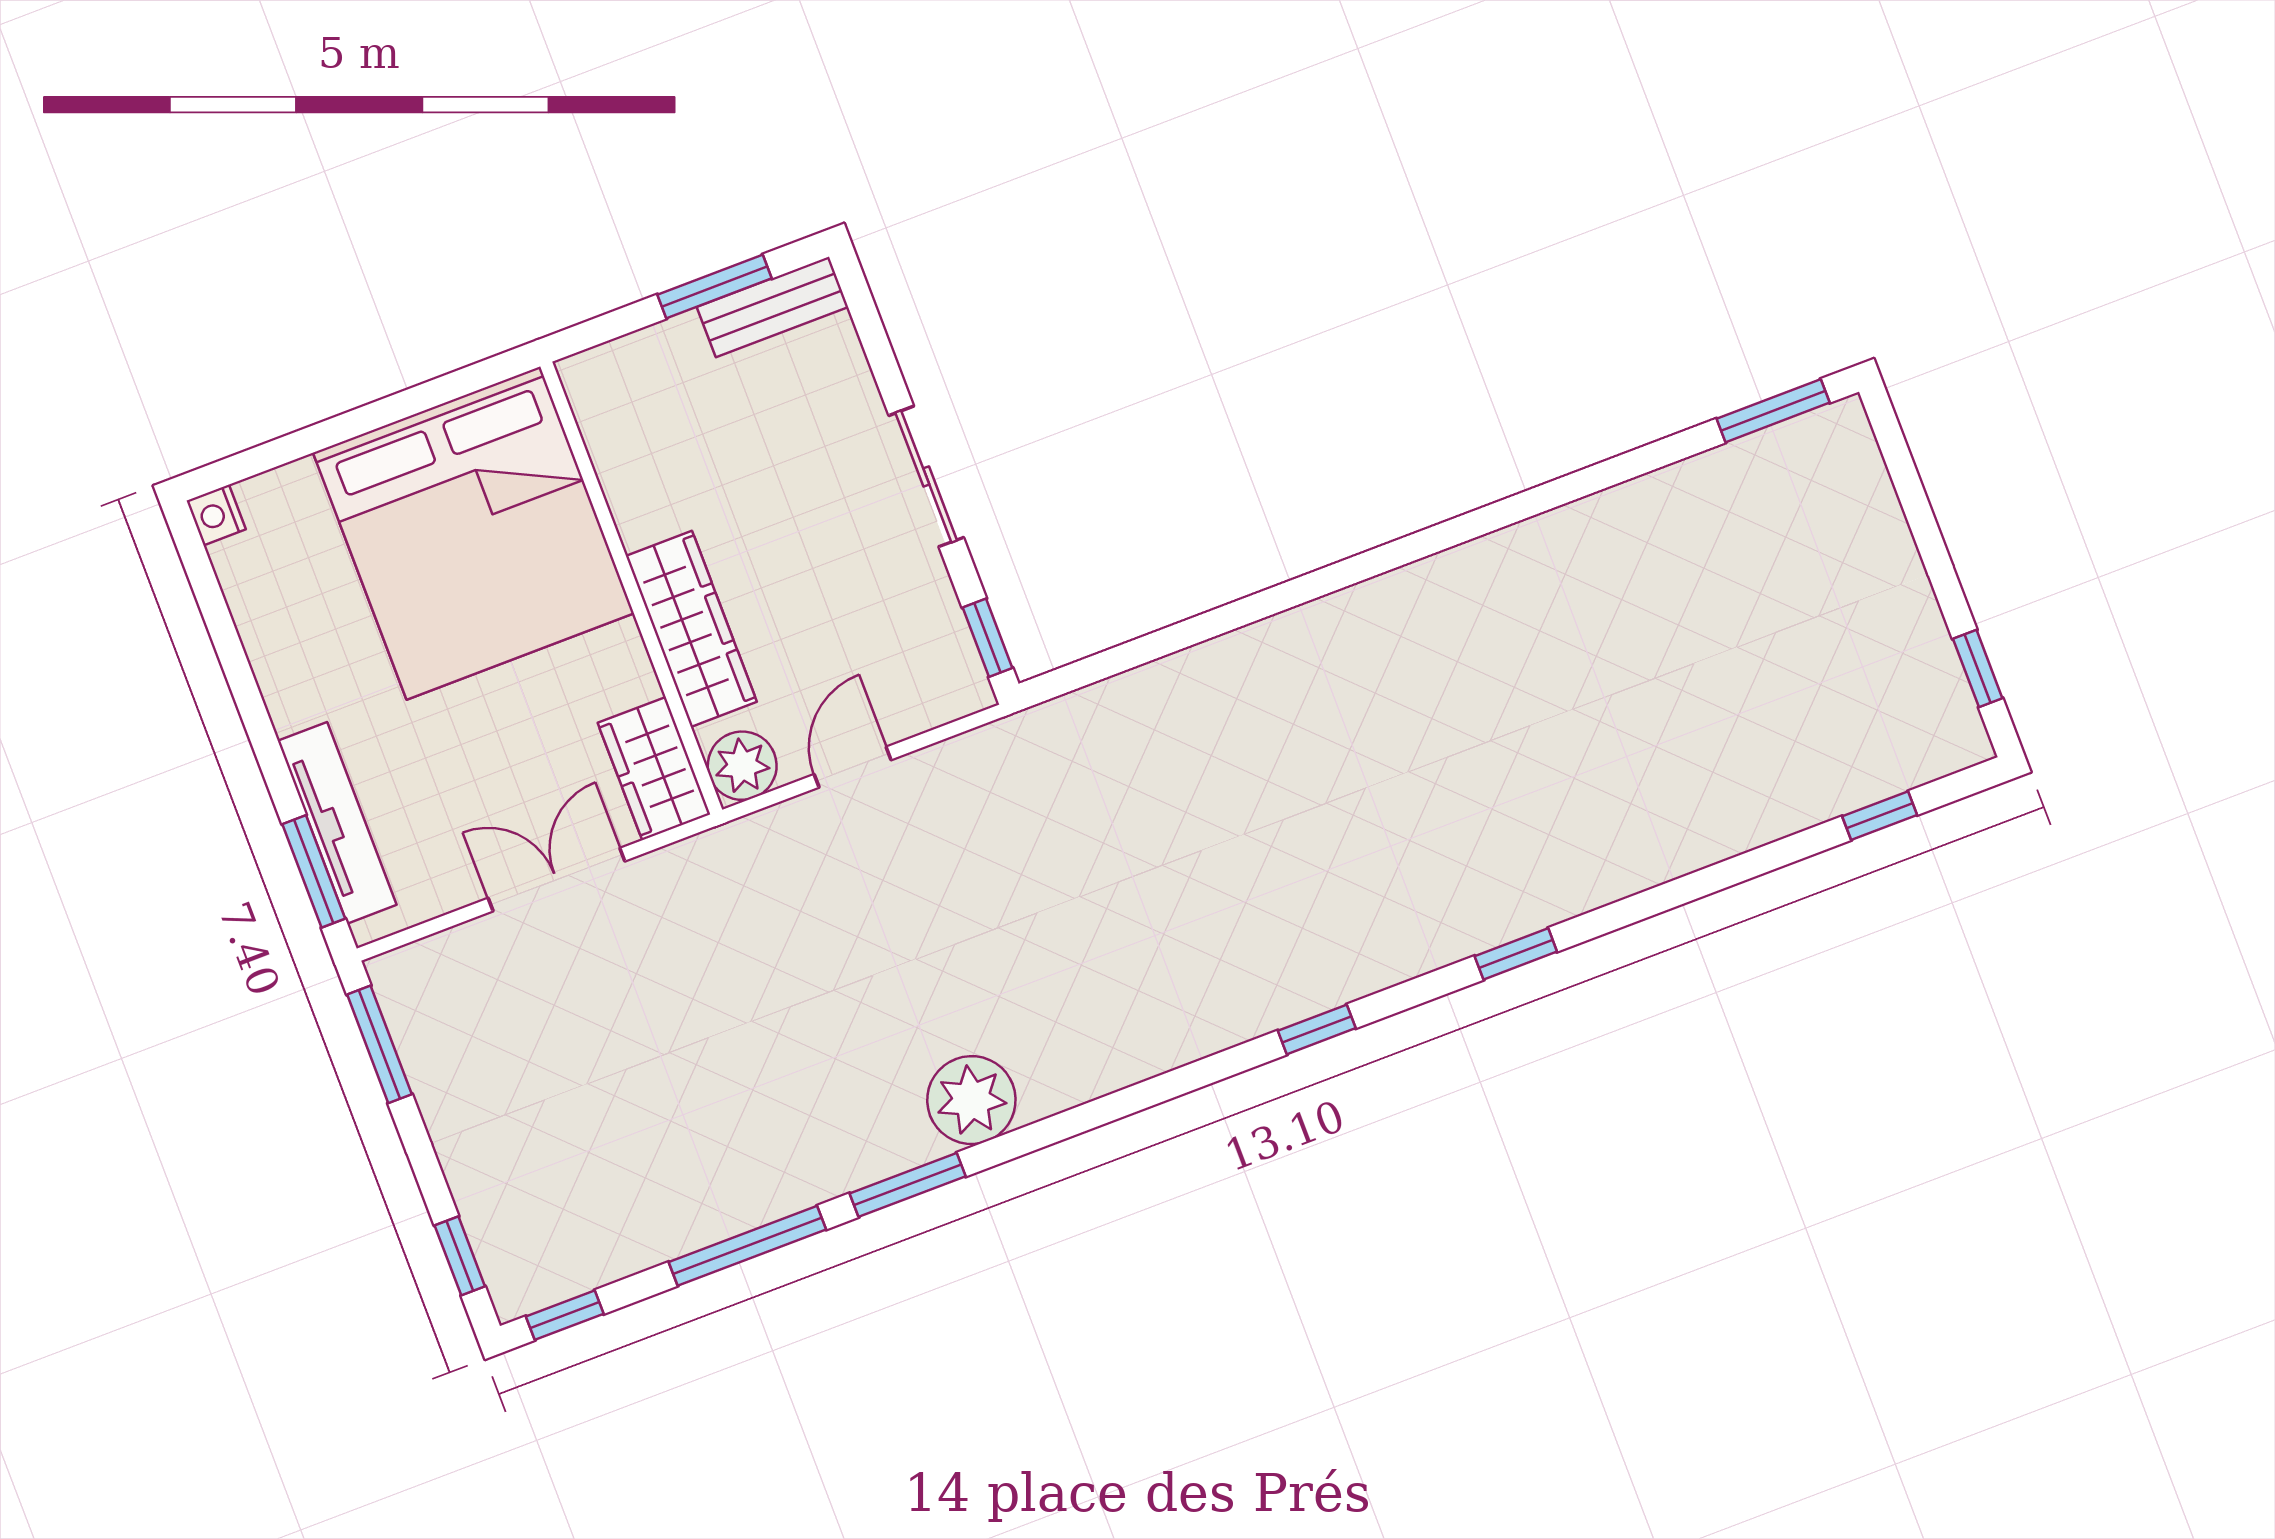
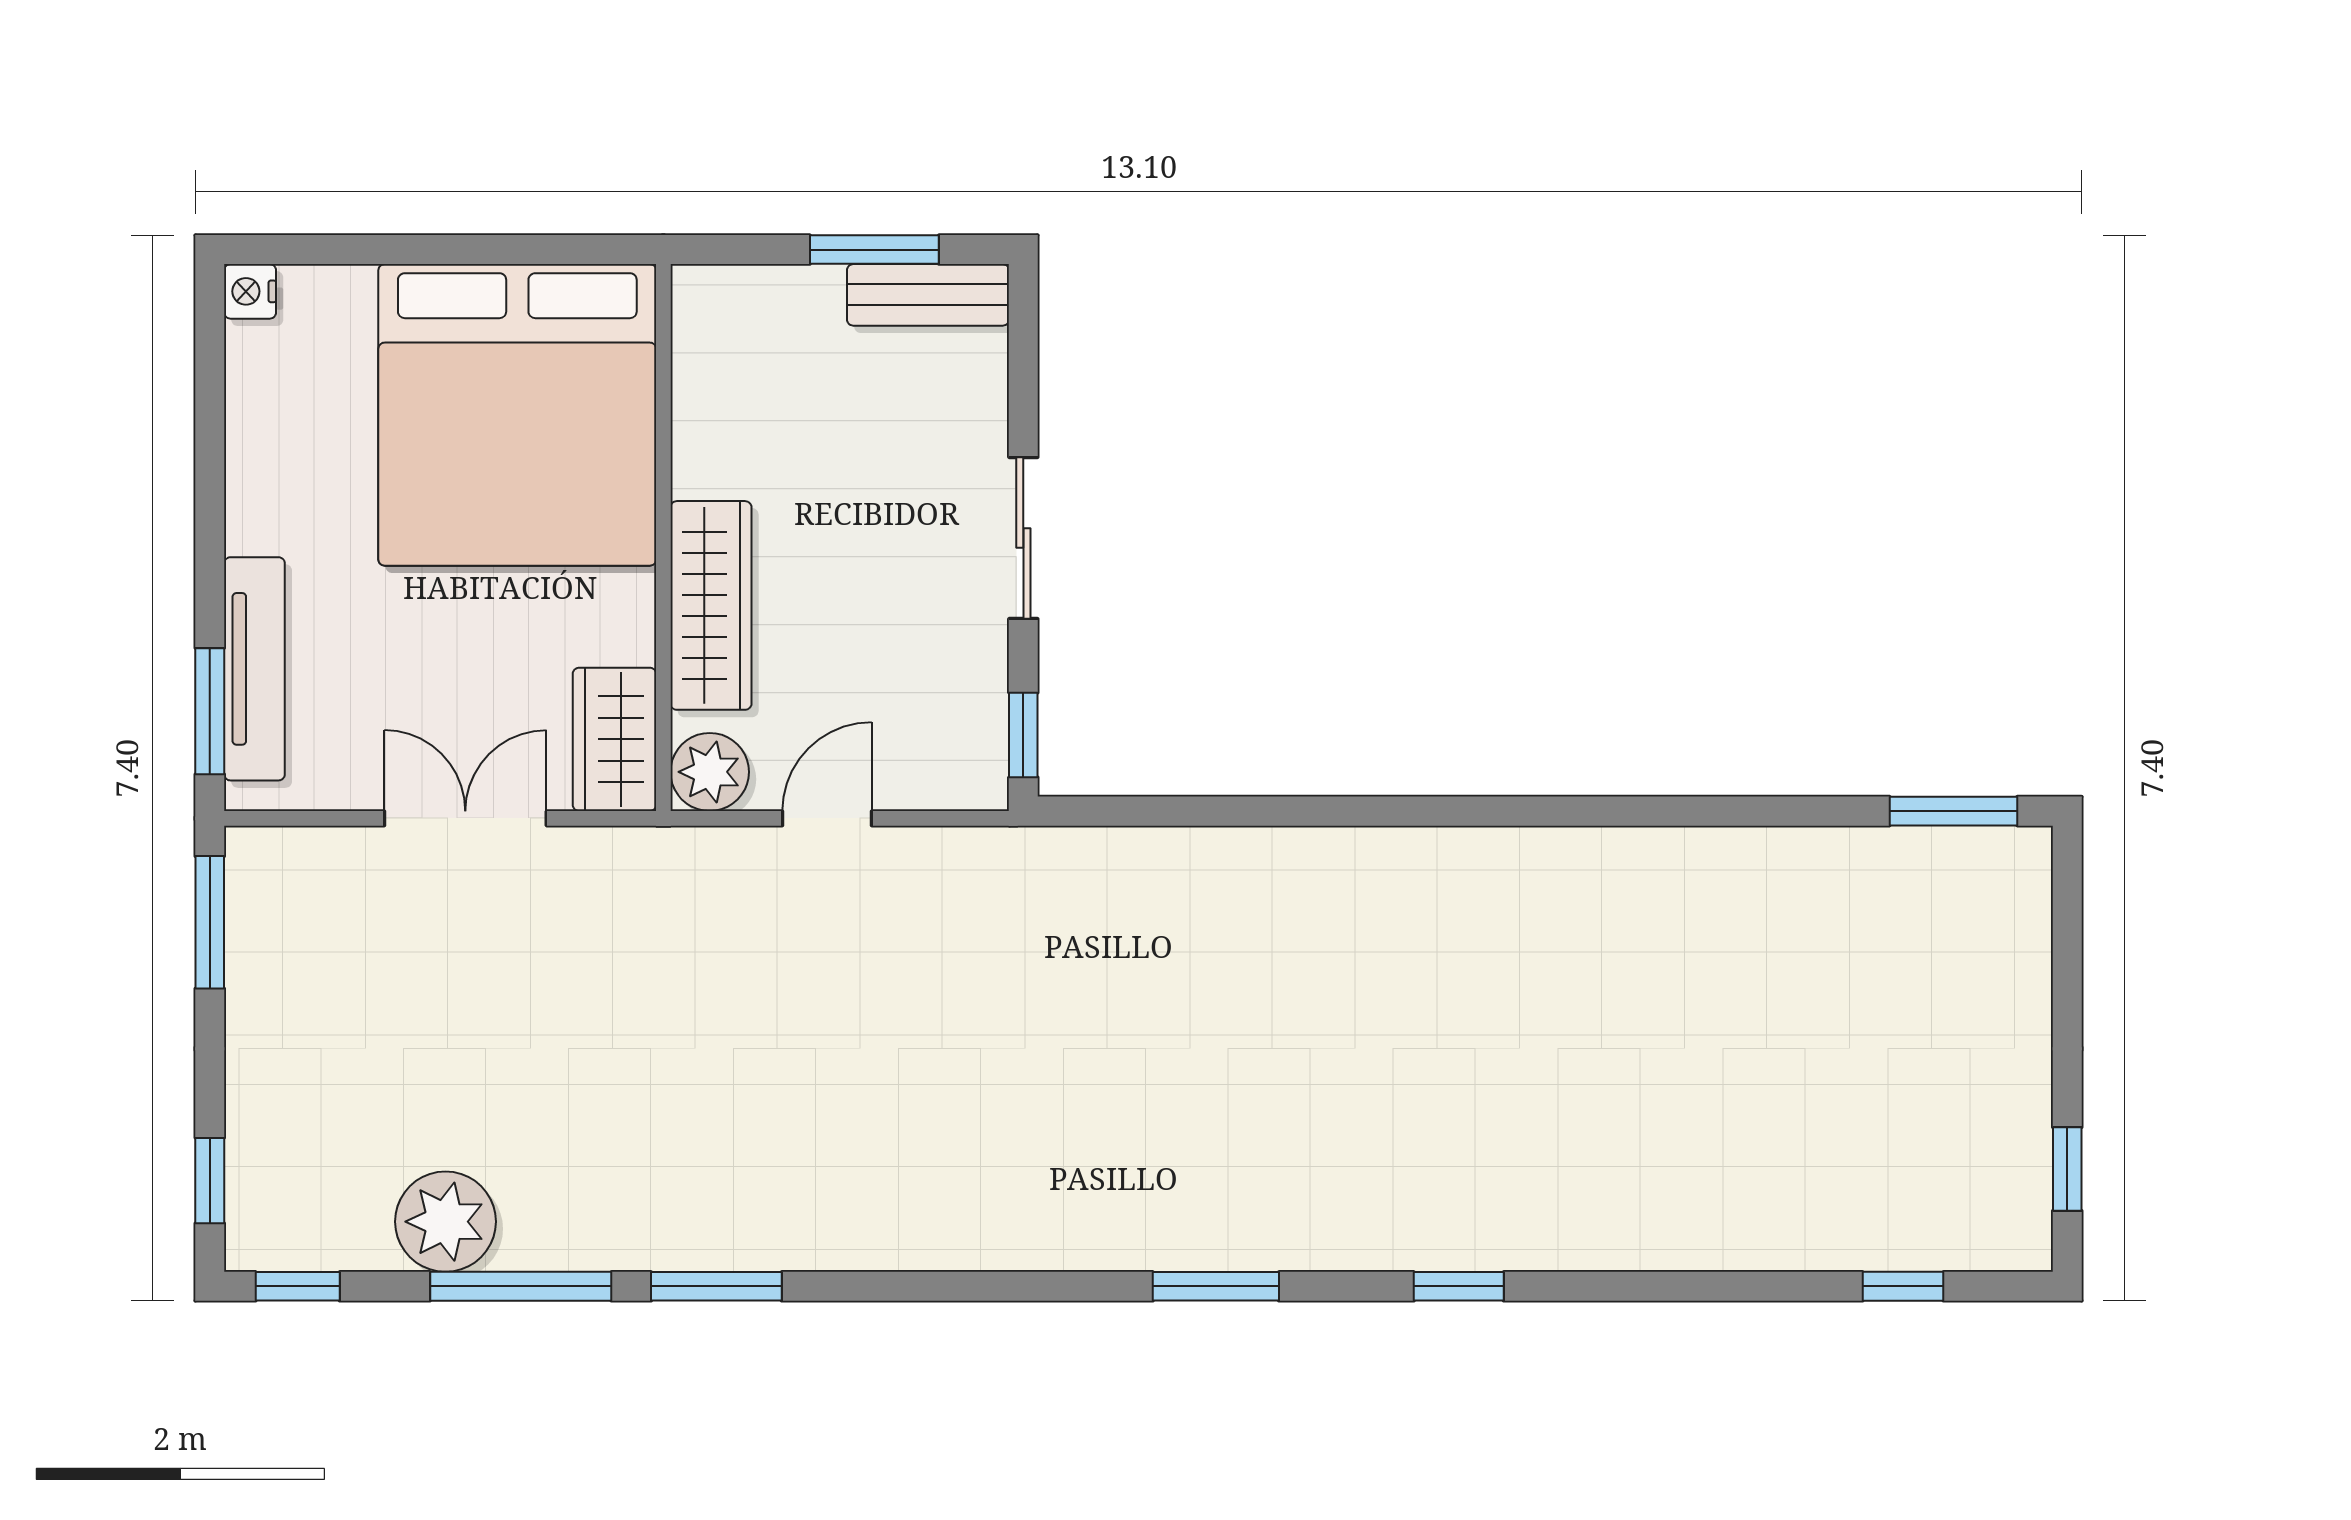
window: (1317, 1029) -> (1216, 1286), width x1.50
plant: (971, 1100) -> (445, 1222), moved

